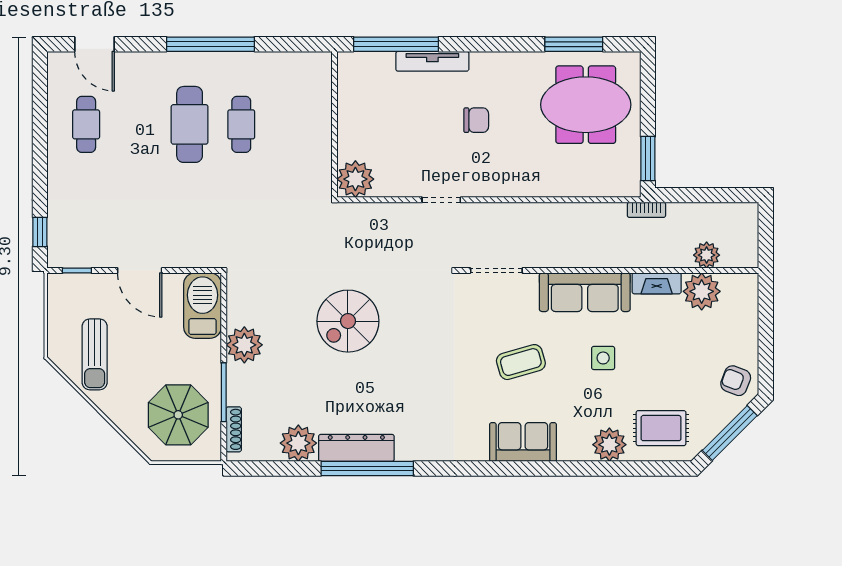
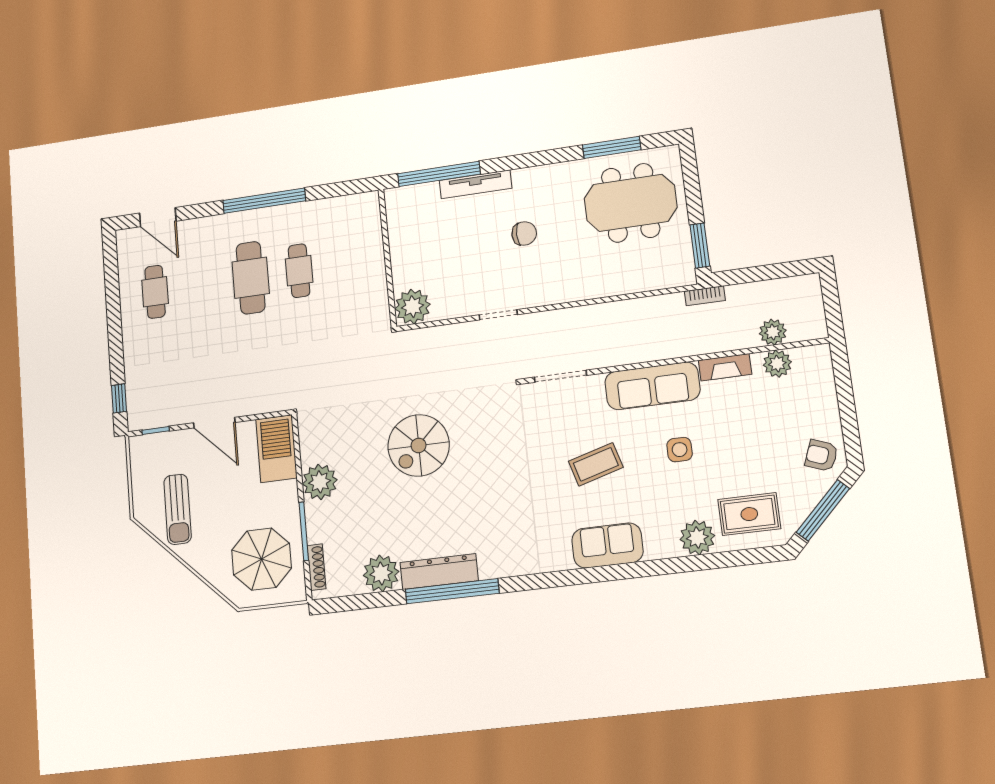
plant: (702, 291) -> (777, 364), width x0.73, depth x0.73

